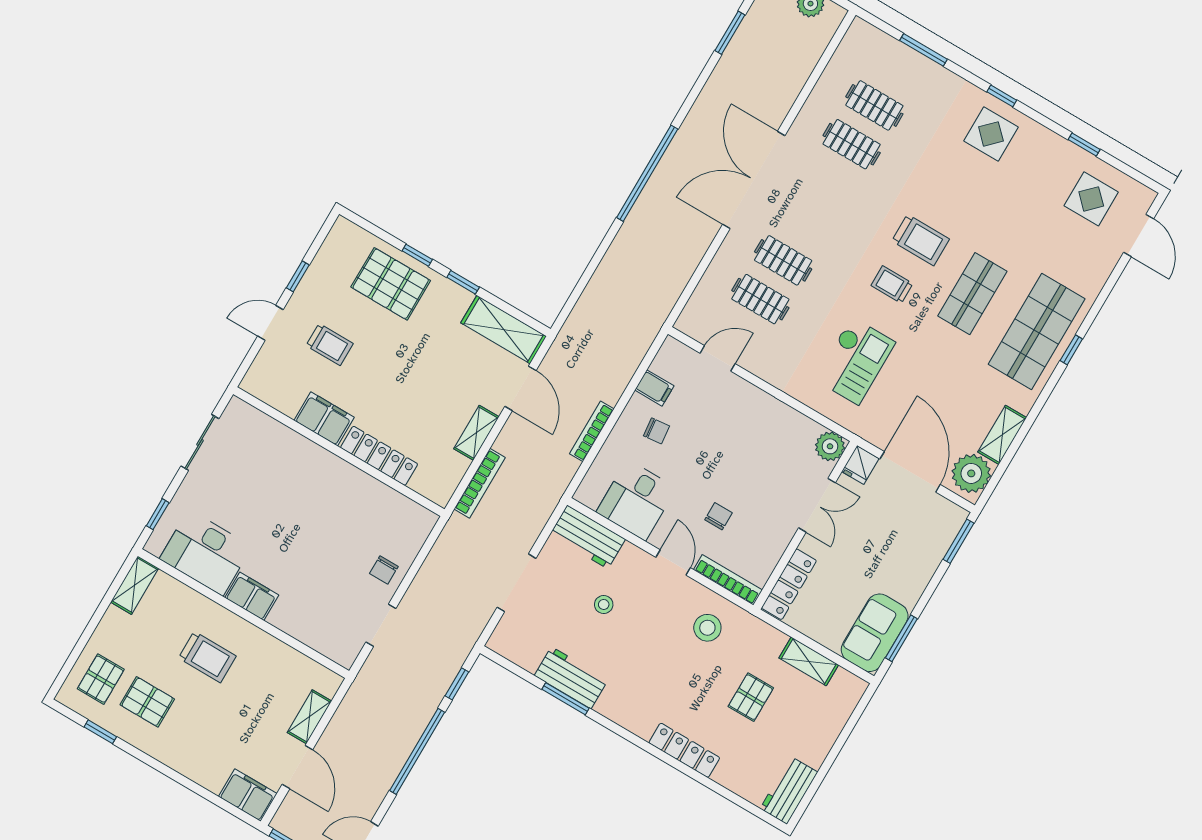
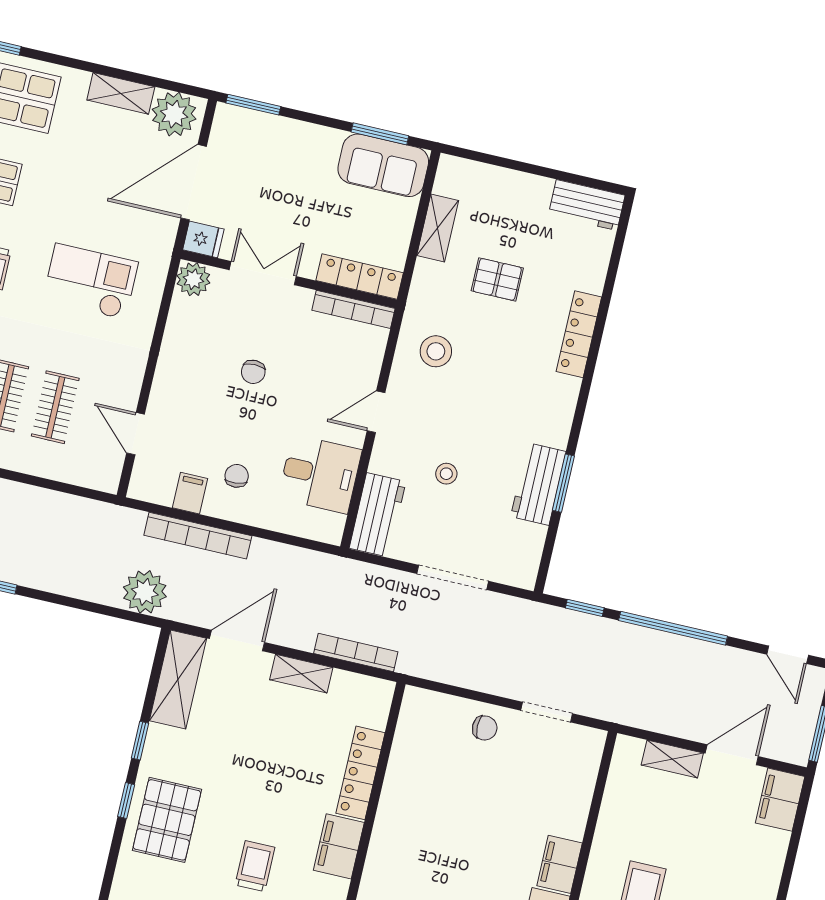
plant: (585, 325) -> (145, 592), added
bookcase: (592, 431) -> (198, 536), moved, width x1.48, depth x1.31
chair: (718, 516) -> (253, 372), moved, turned -90
bookcase: (728, 580) -> (353, 309), moved, turned -90

